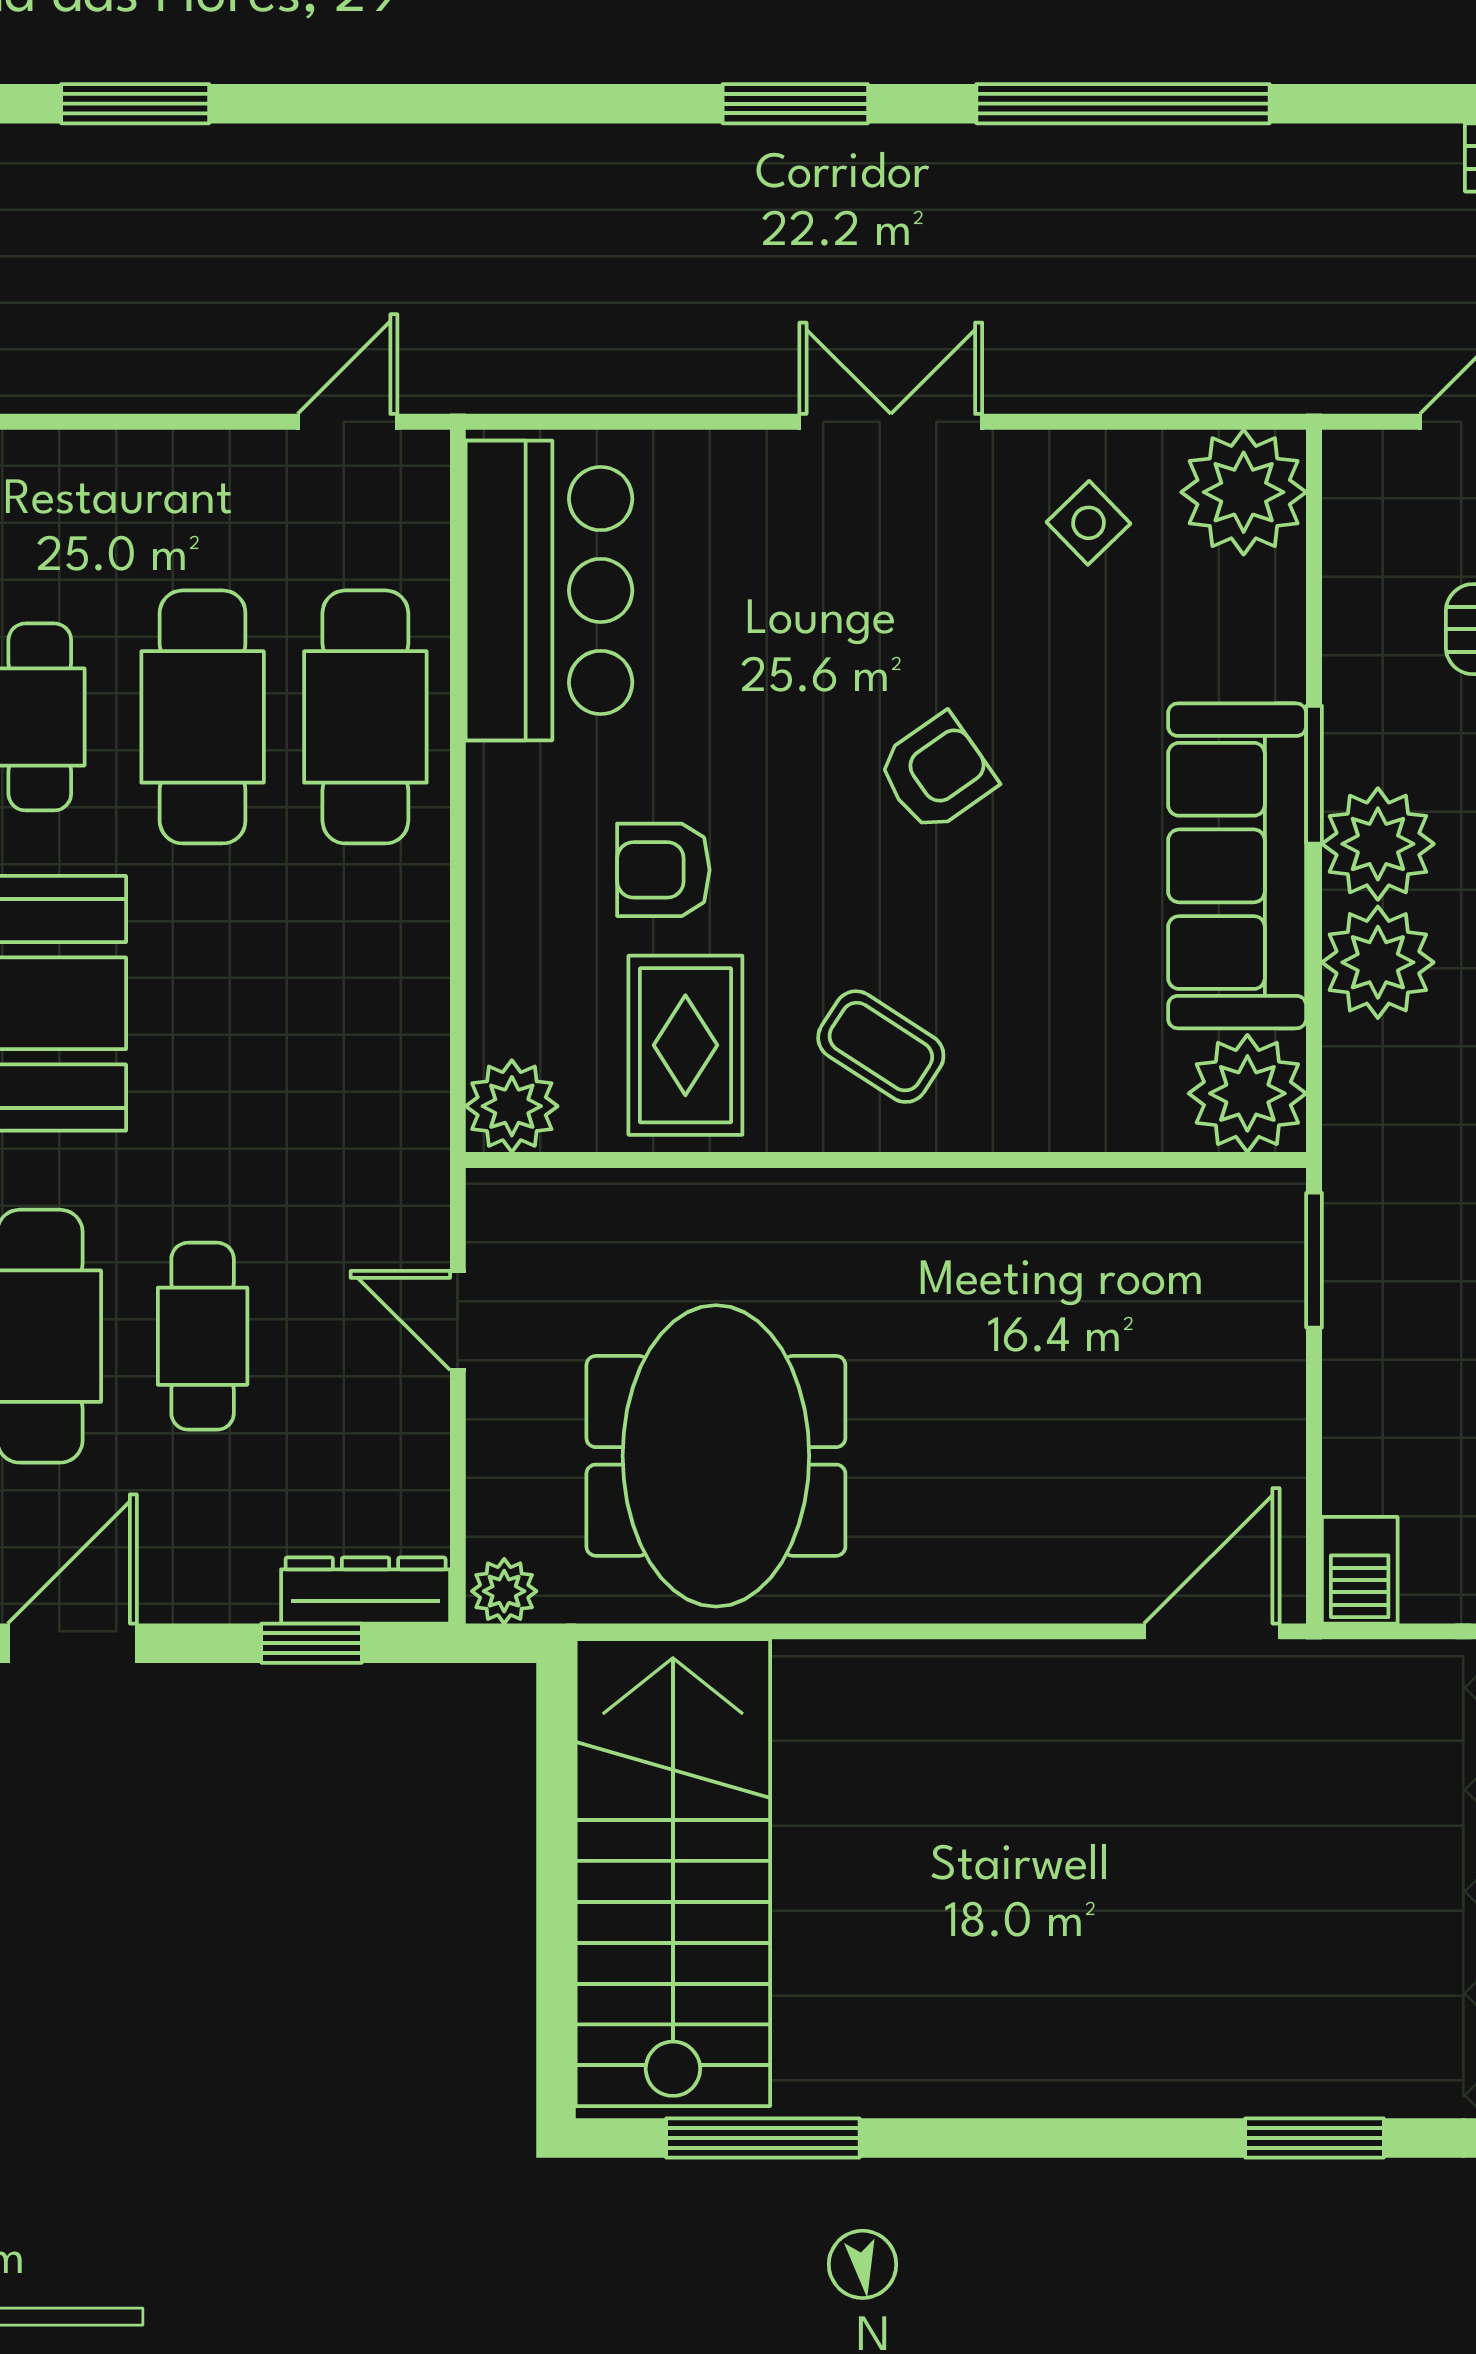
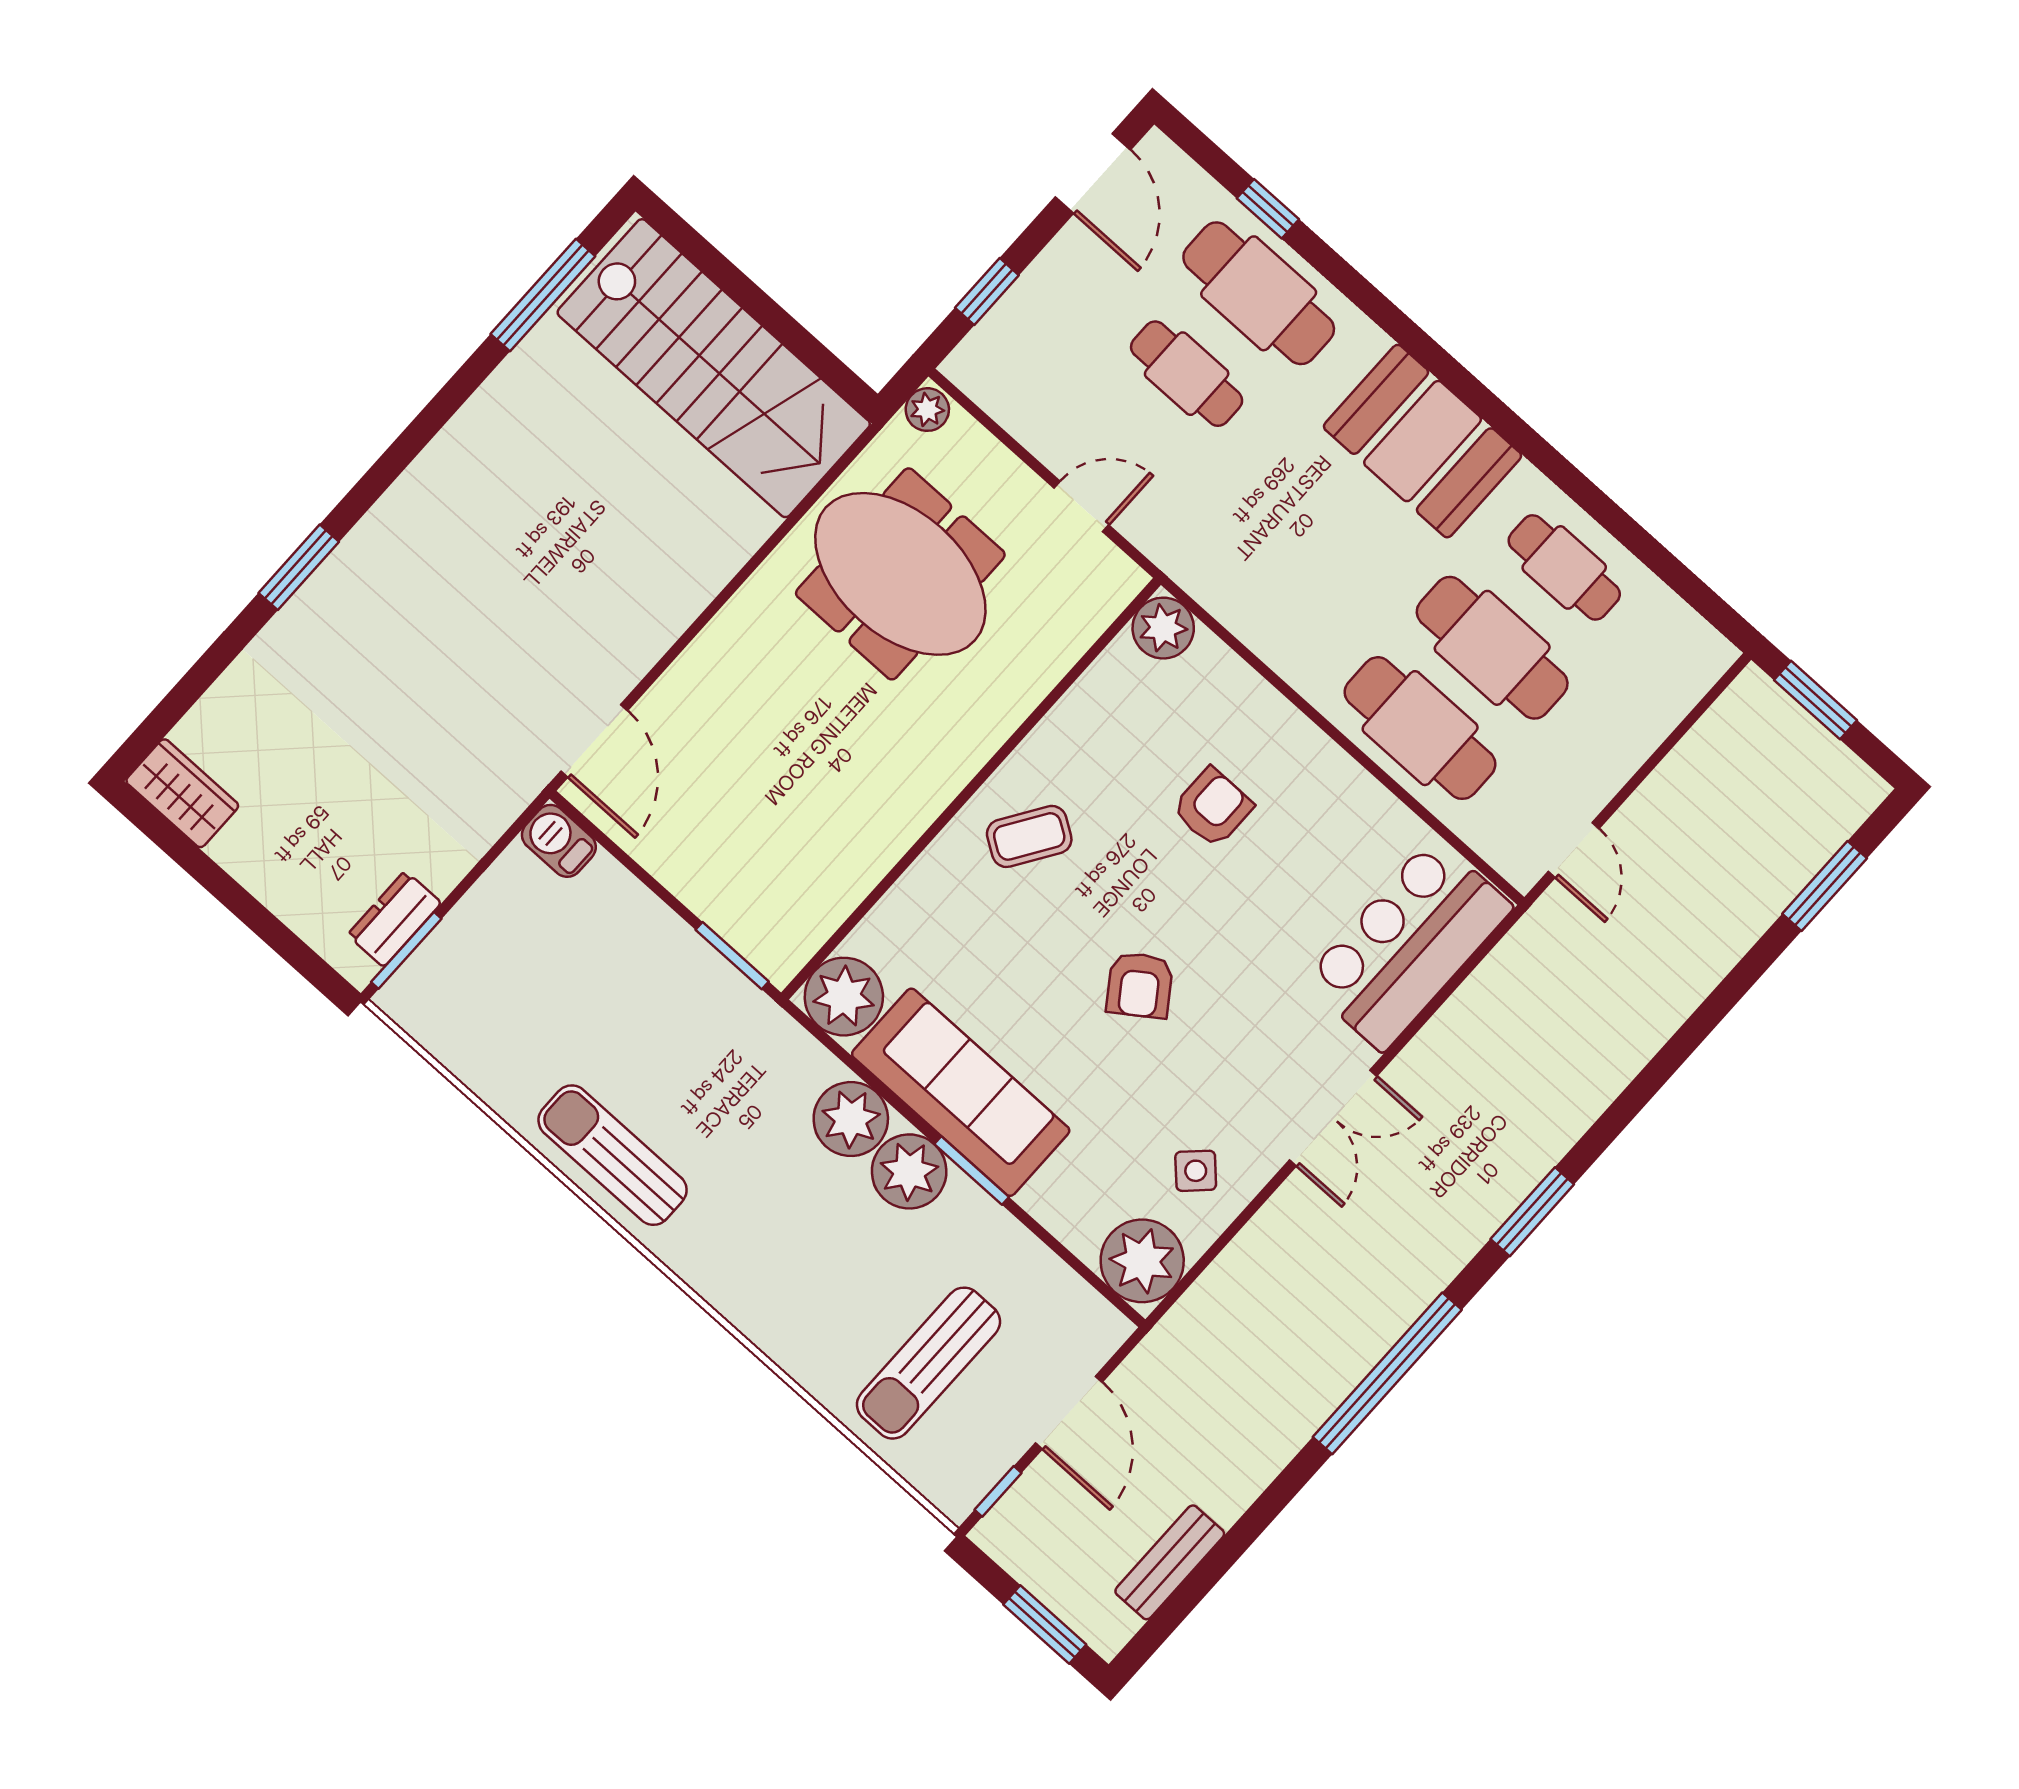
bar counter: (549, 590) -> (1408, 944), moved, turned 90
rug: (685, 1045) -> (1116, 741), removed
dresser: (366, 1590) -> (989, 341), removed

